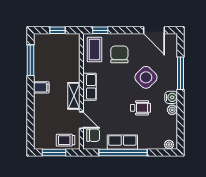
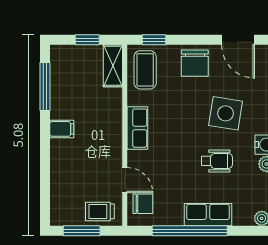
chair: (119, 54) -> (195, 63), moved, turned 180
side table: (146, 77) -> (226, 113), turned -36
shelving: (74, 96) -> (113, 66), moved
row of seats: (122, 142) -> (208, 215), moved

